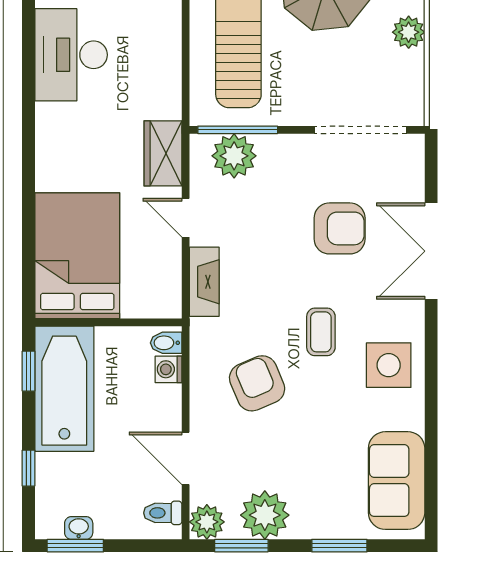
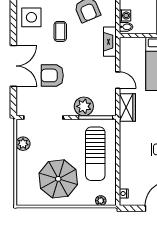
plant: (409, 32) -> (23, 144), moved
plant: (234, 156) -> (84, 106), moved
fireplace: (204, 282) -> (110, 42), moved

